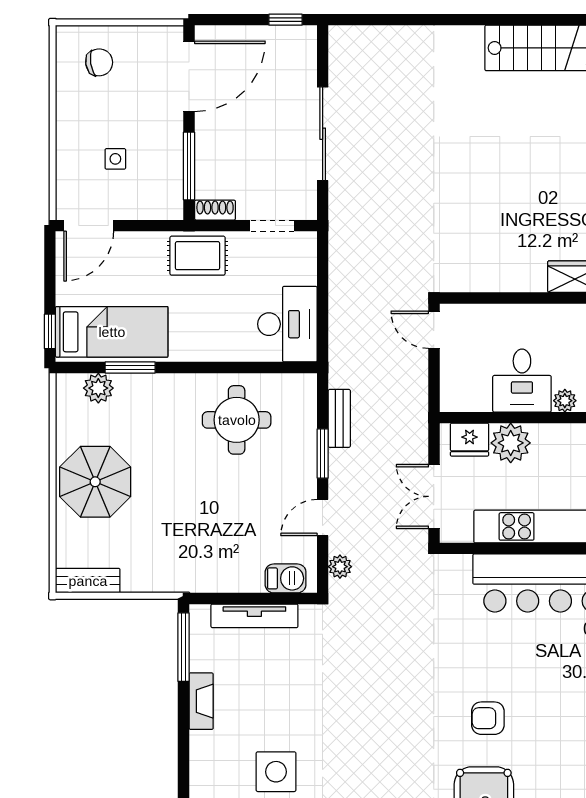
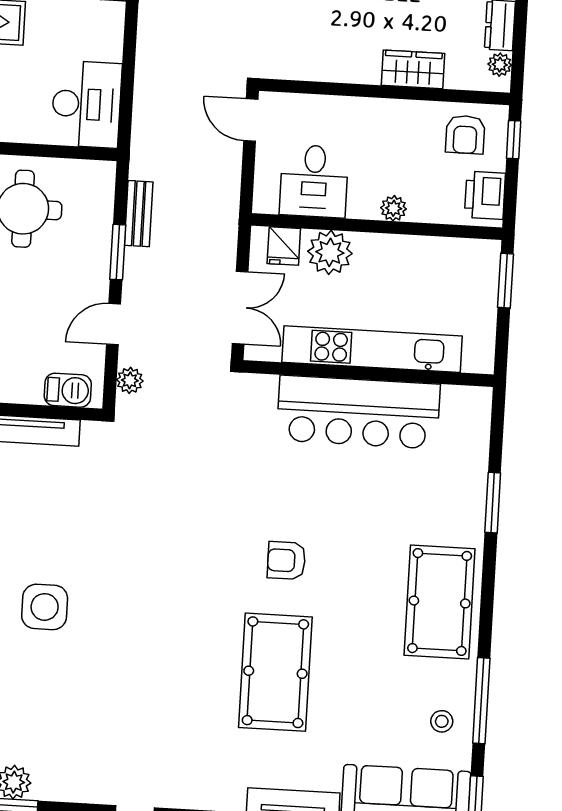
desk: (522, 381) -> (314, 181), moved
fridge: (470, 440) -> (284, 246), width x0.72
double door: (434, 496) -> (240, 308), swing flipped

